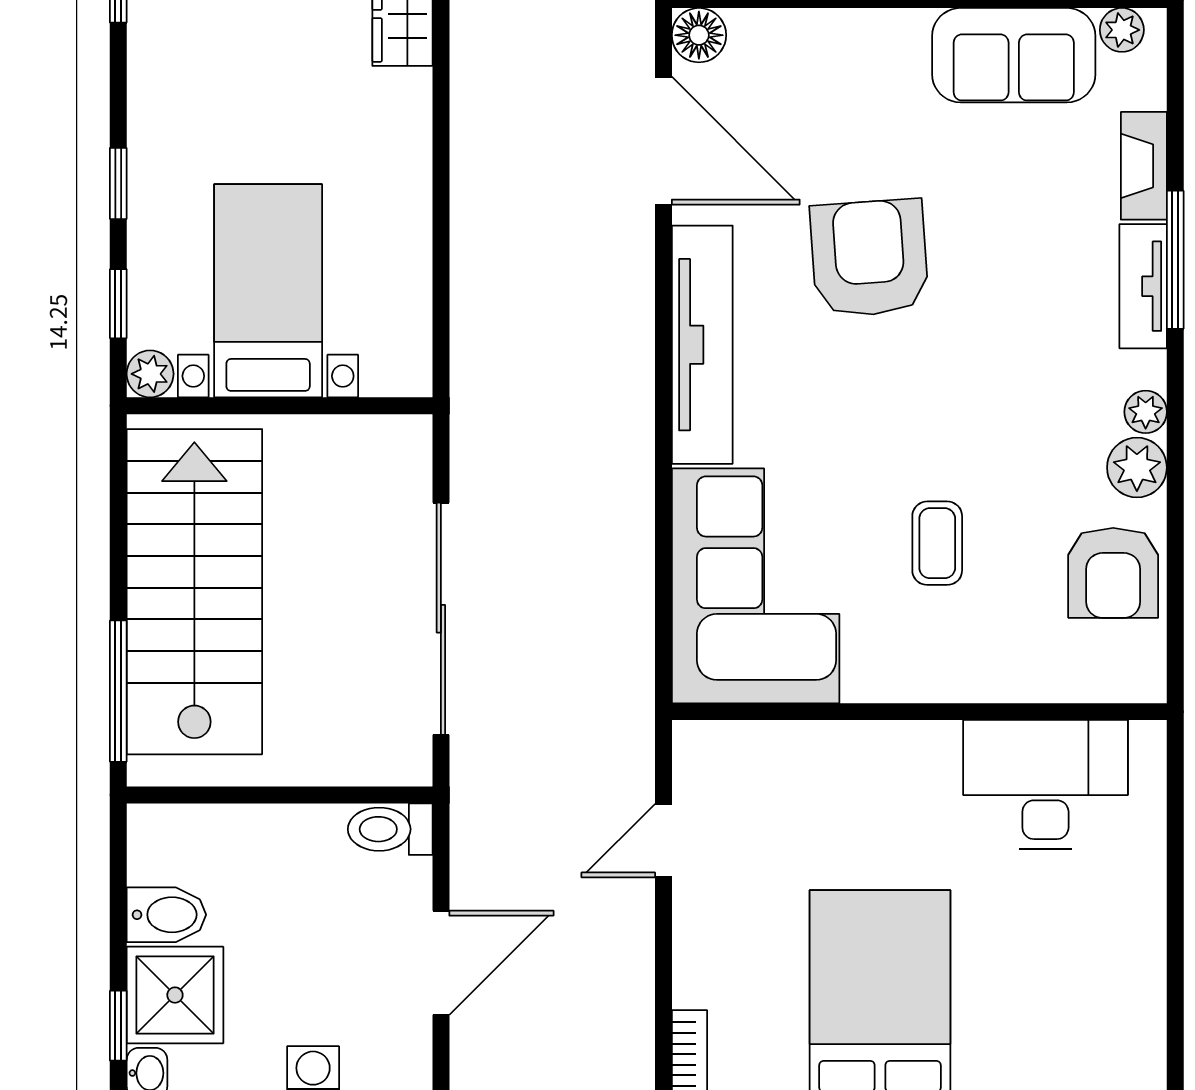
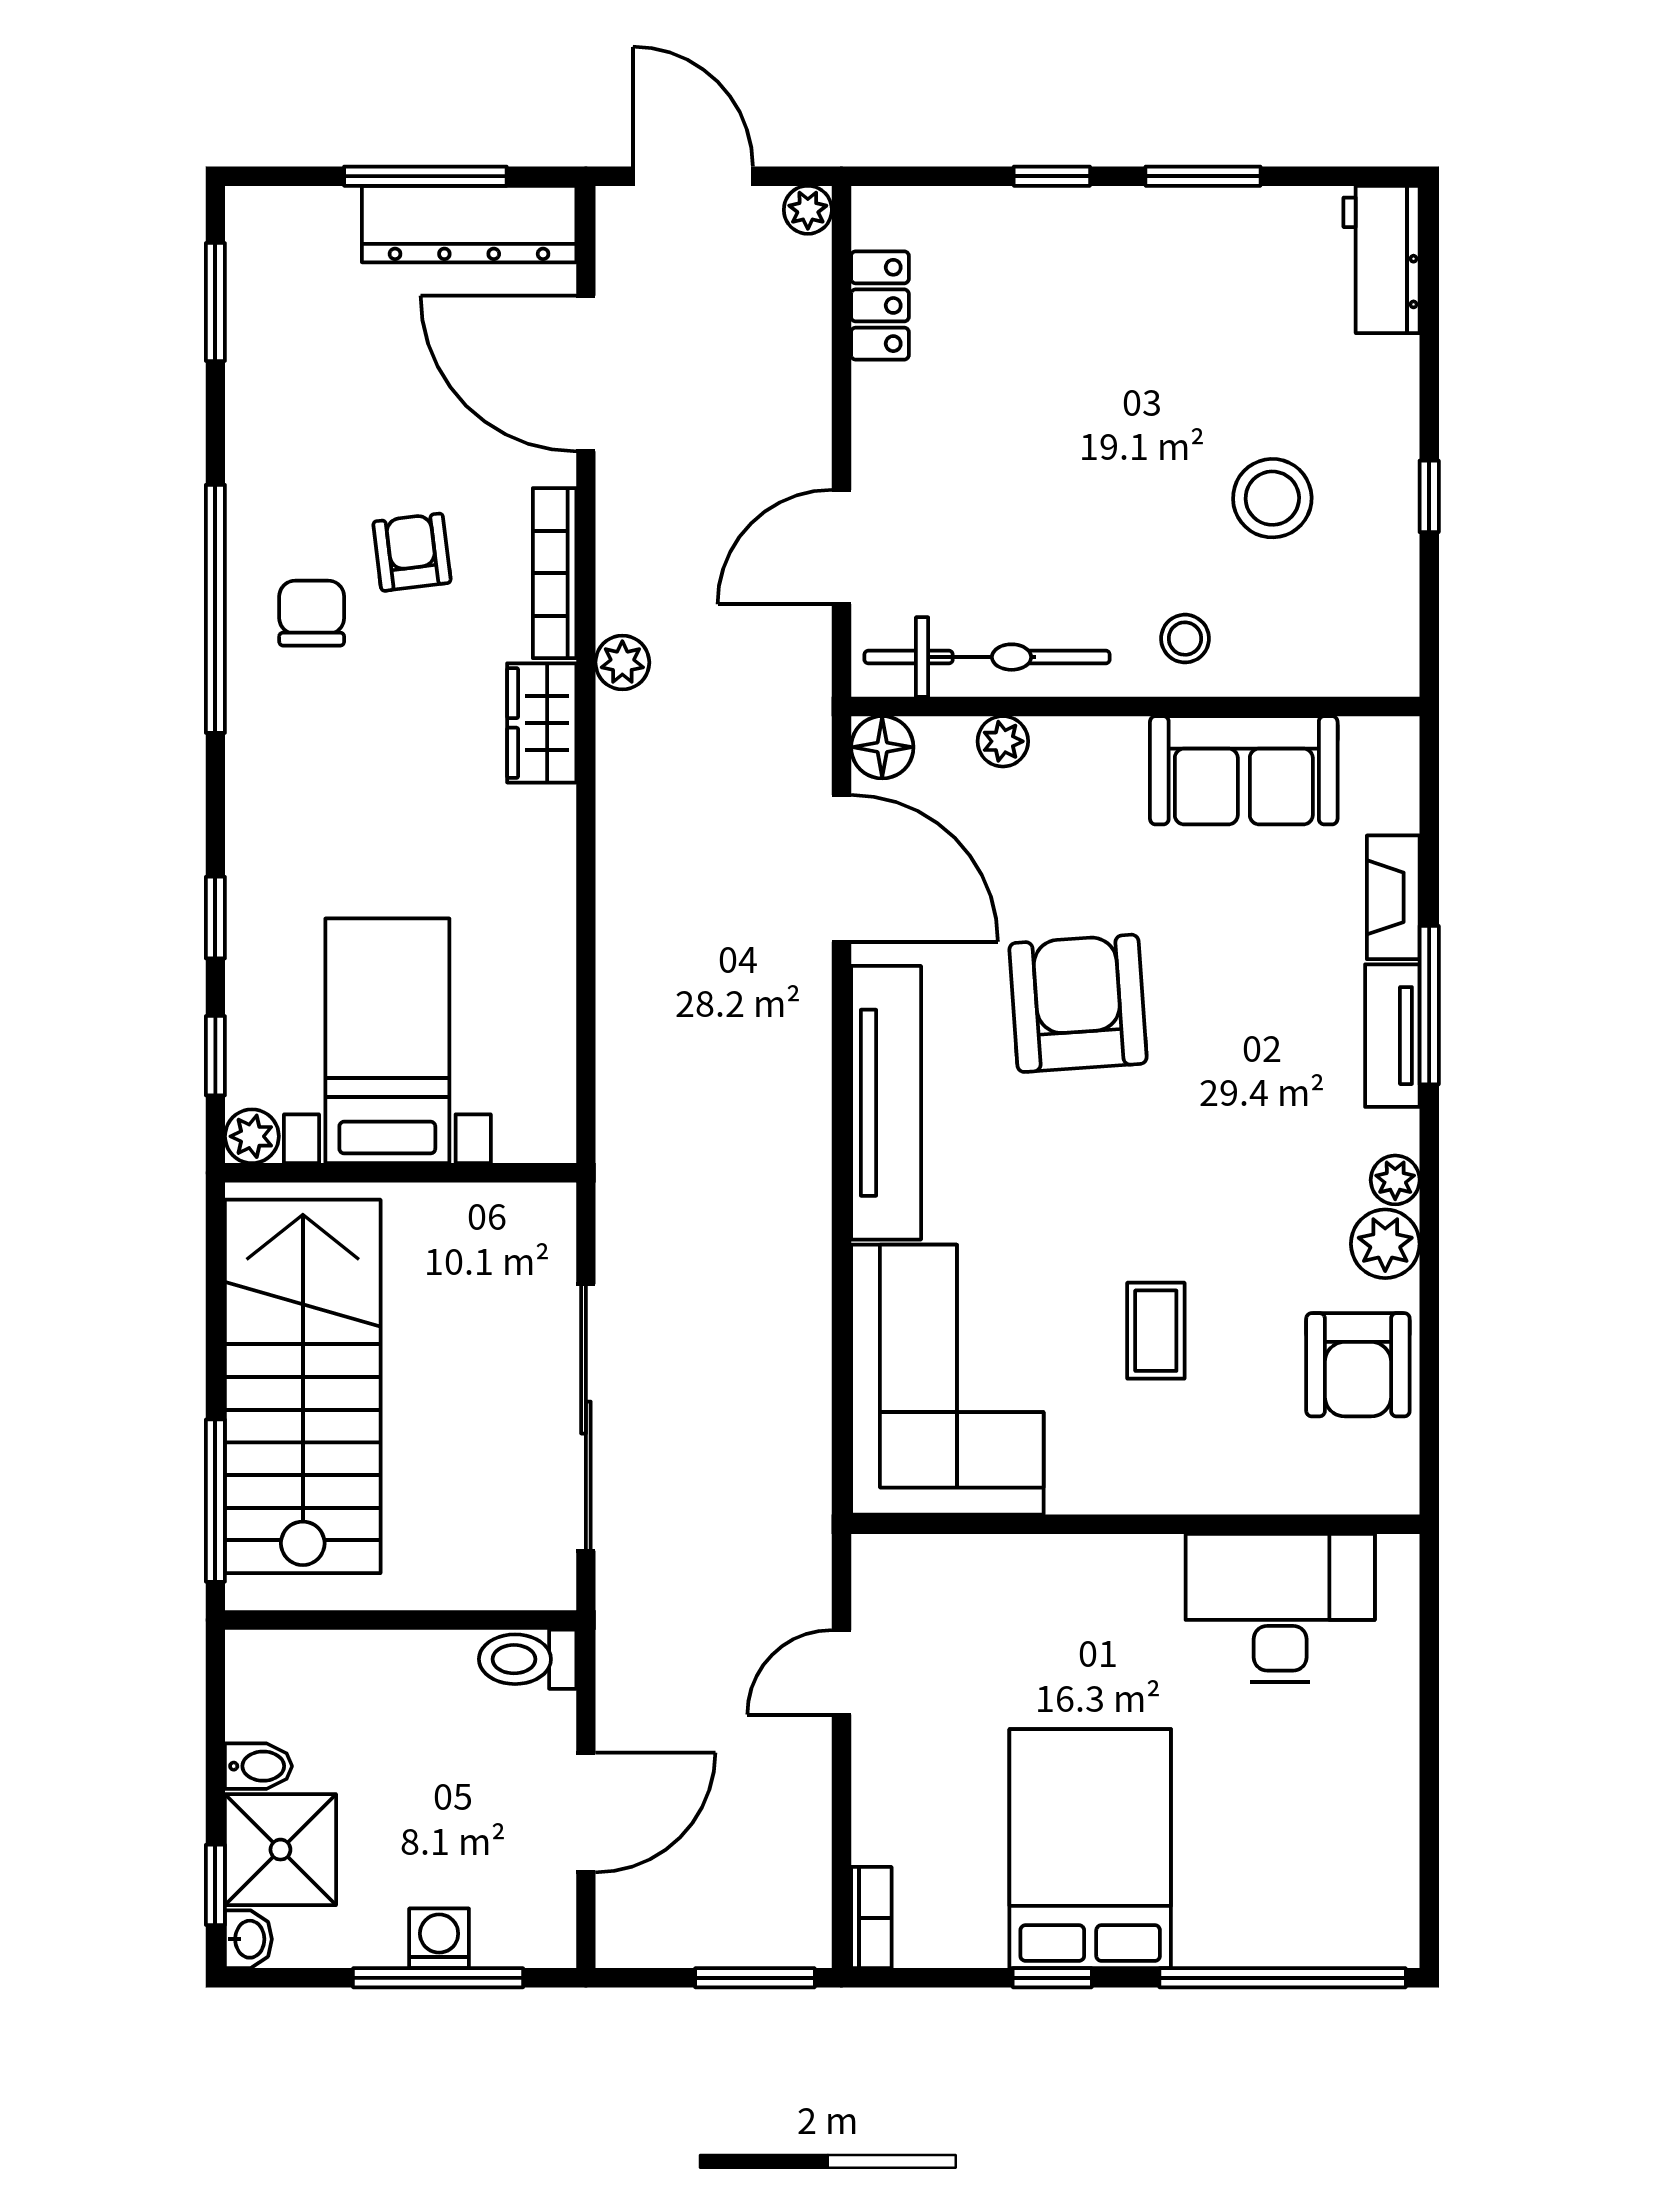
plant: (1122, 30) -> (1003, 741), moved
bidet: (166, 915) -> (259, 1766), width x0.72, depth x0.74

